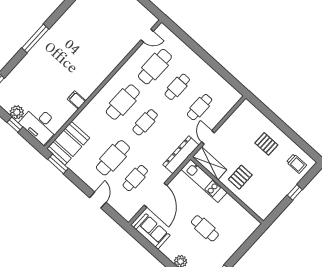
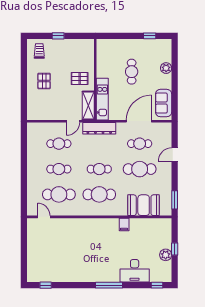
desk: (40, 124) -> (135, 271), moved, turned 90
booth: (68, 143) -> (144, 205), moved

